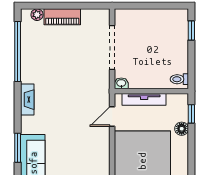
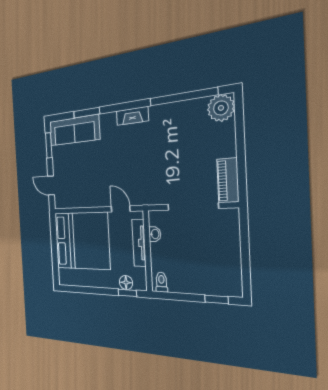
plant: (37, 15) -> (221, 108), width x1.88, depth x1.88
piano: (62, 17) -> (228, 180), moved
washbasin: (121, 83) -> (155, 234), moved
floor lamp: (182, 129) -> (126, 283), moved

